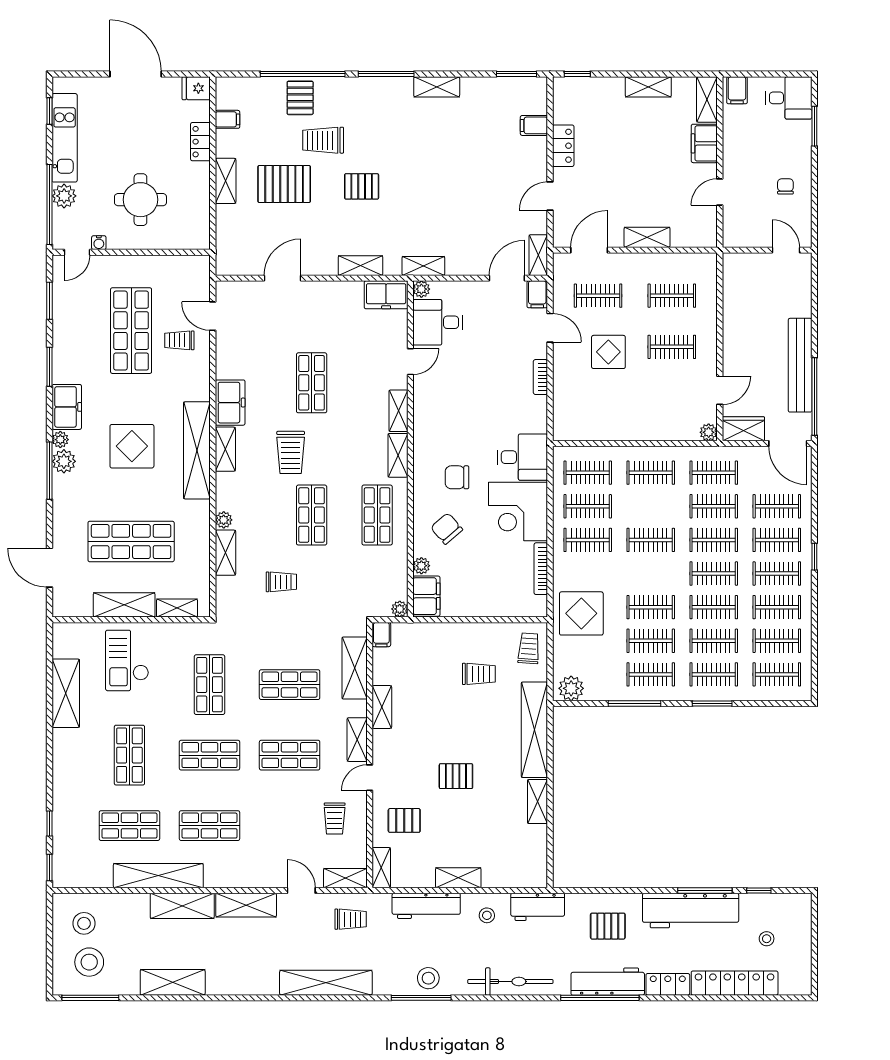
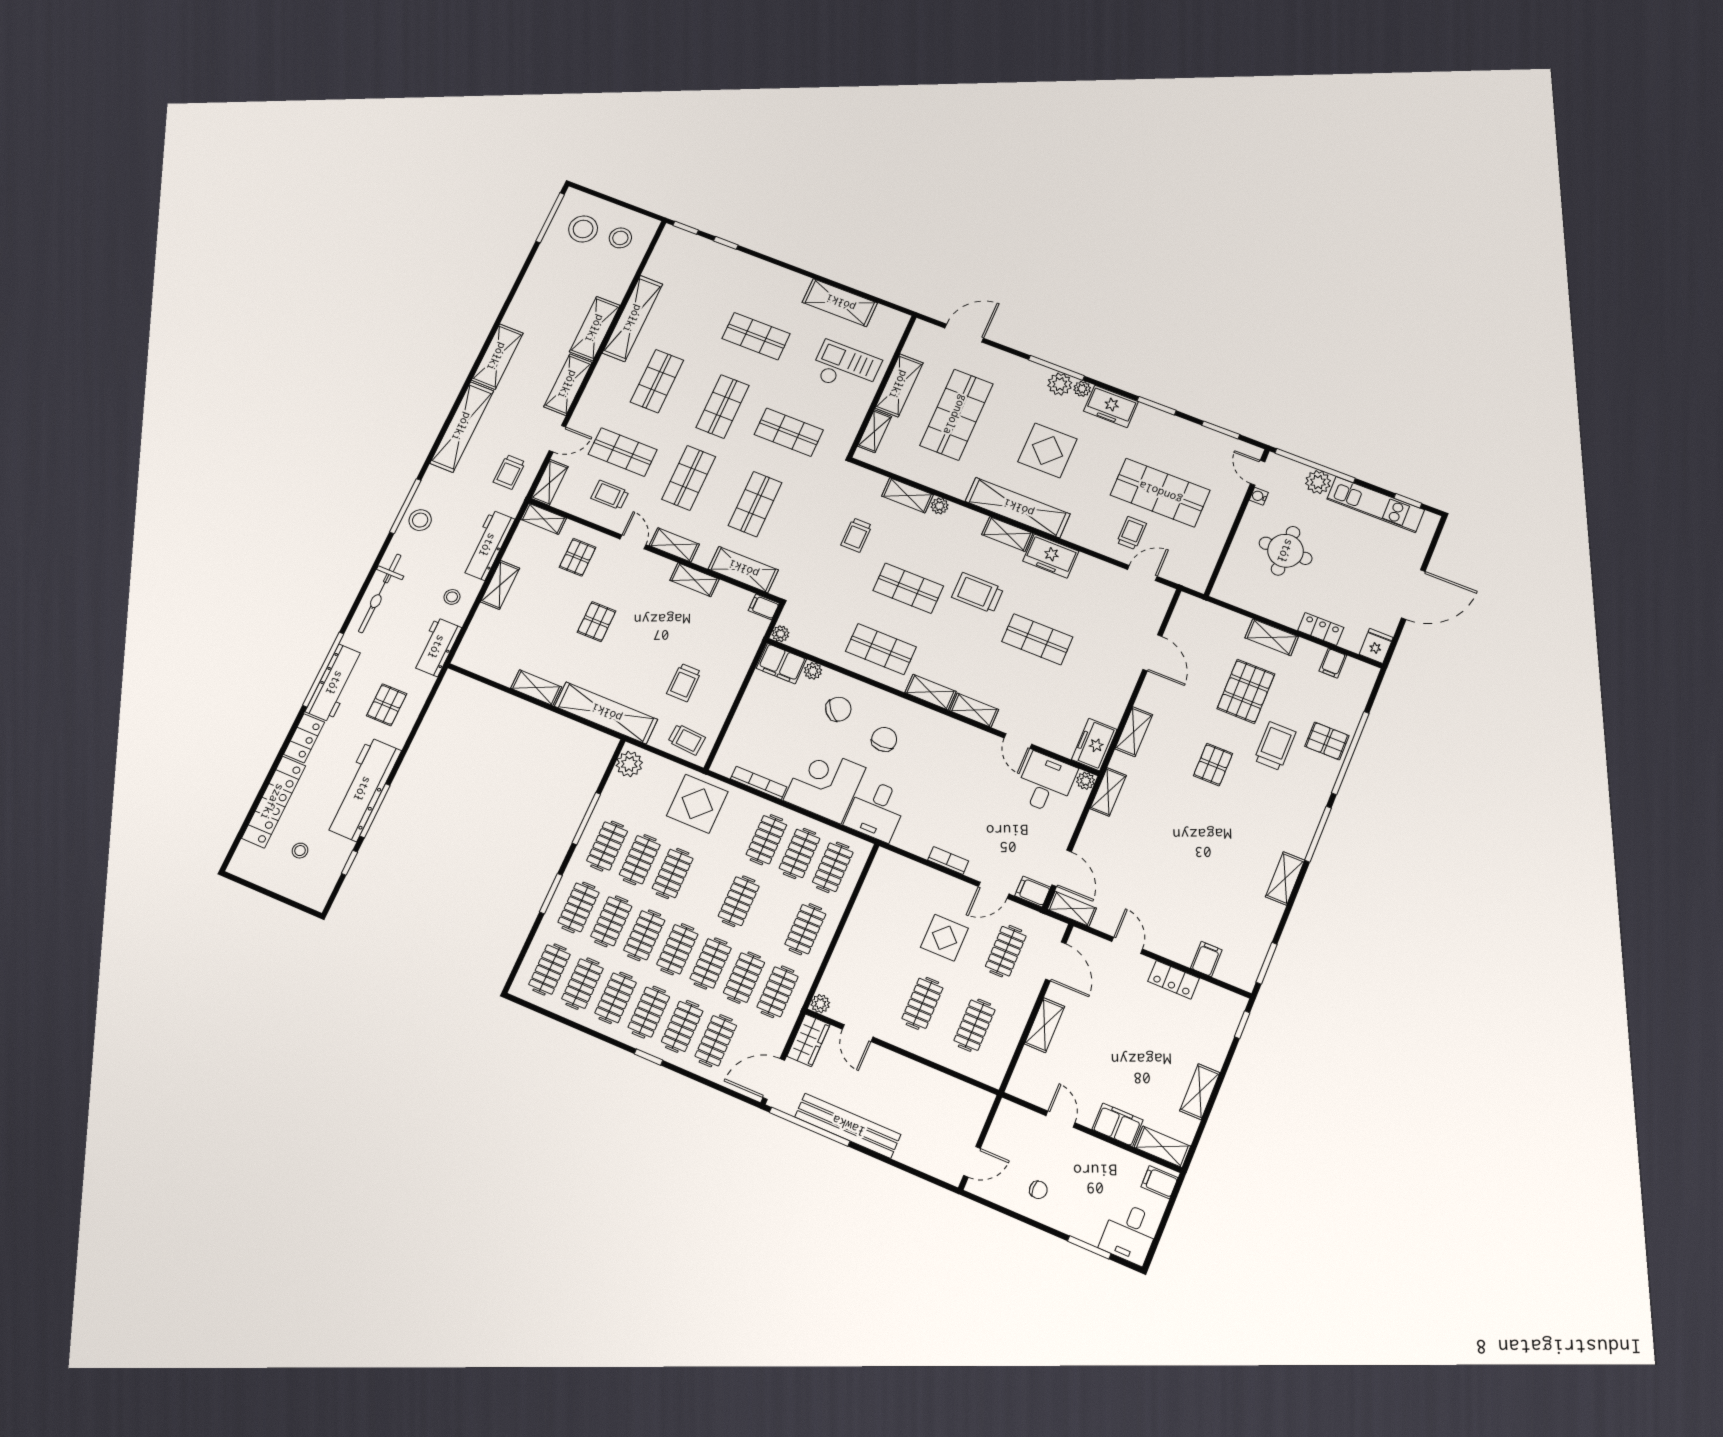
shop shelf: (129, 826) -> (623, 452), moved, turned 90
shelving: (173, 982) -> (497, 357), moved

